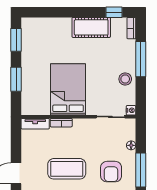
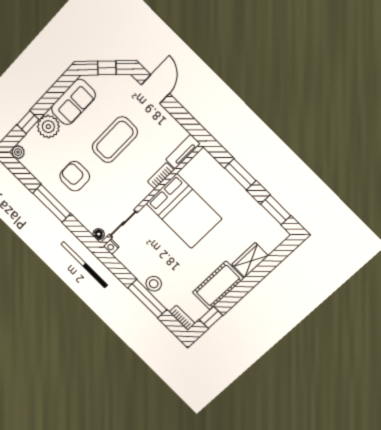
wardrobe: (58, 25) -> (250, 260), added
stool: (125, 79) -> (154, 284), moved
floor lamp: (131, 145) -> (99, 234), moved

